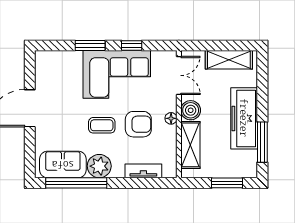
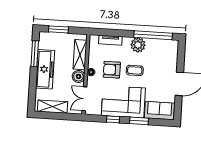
sofa: (63, 165) -> (159, 111), moved, turned 180

